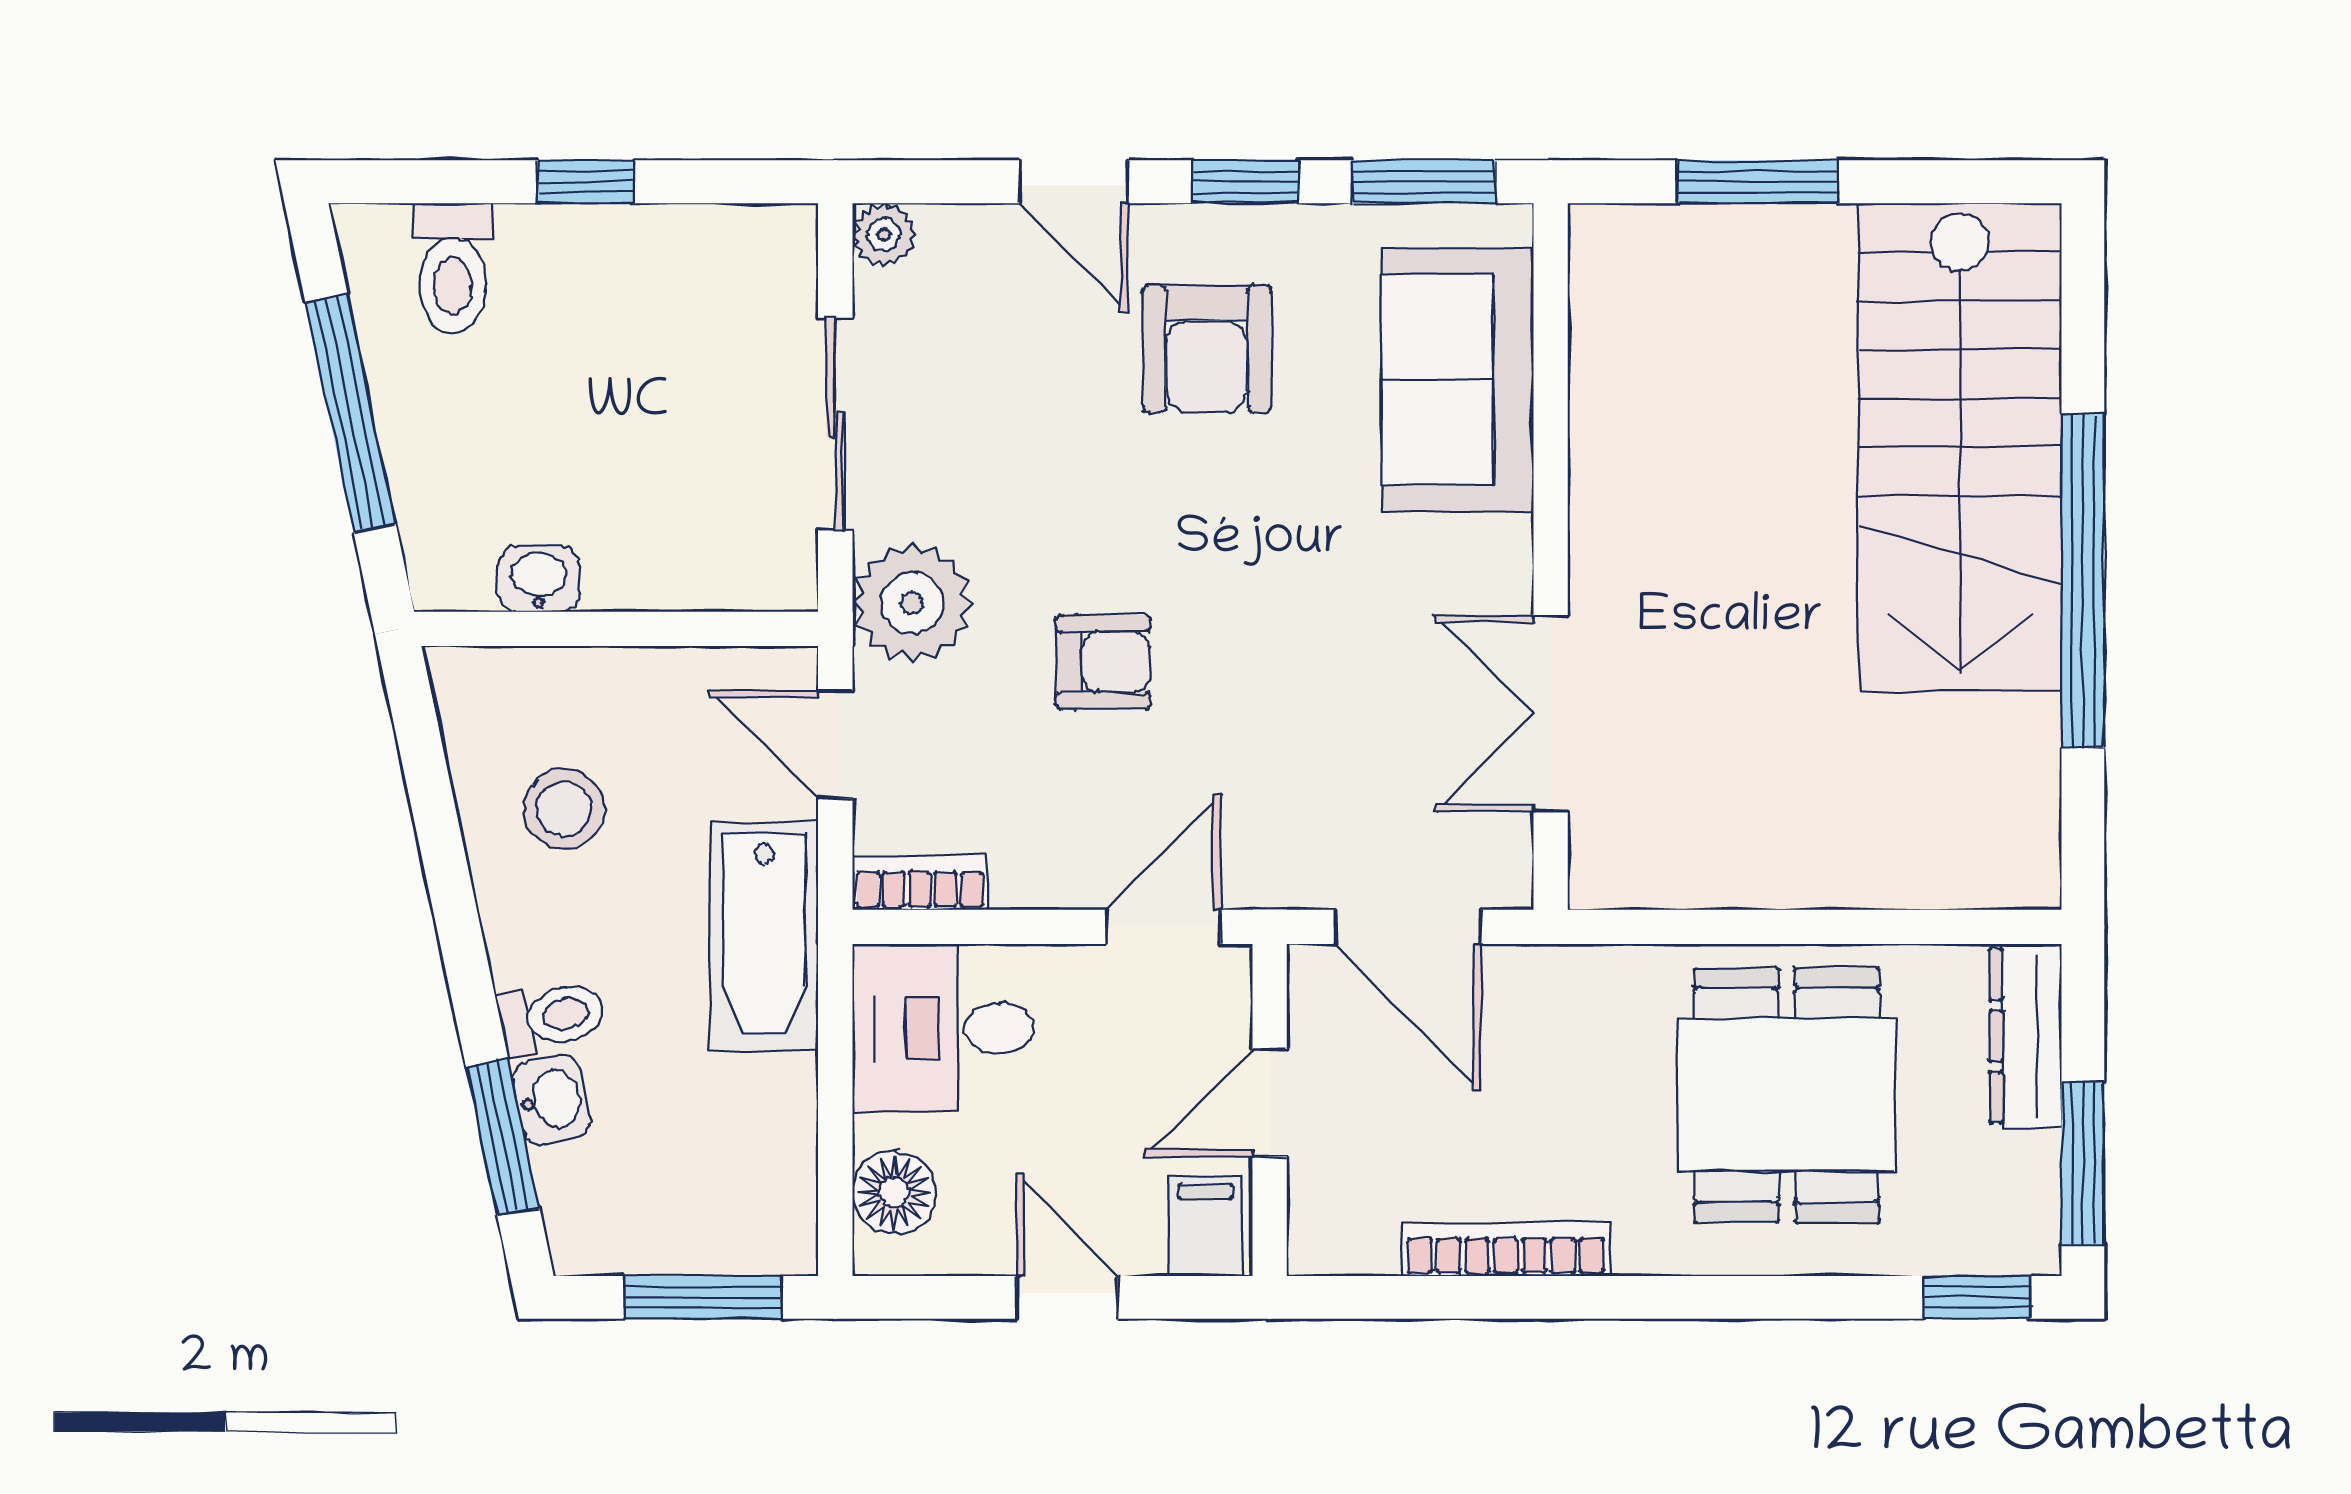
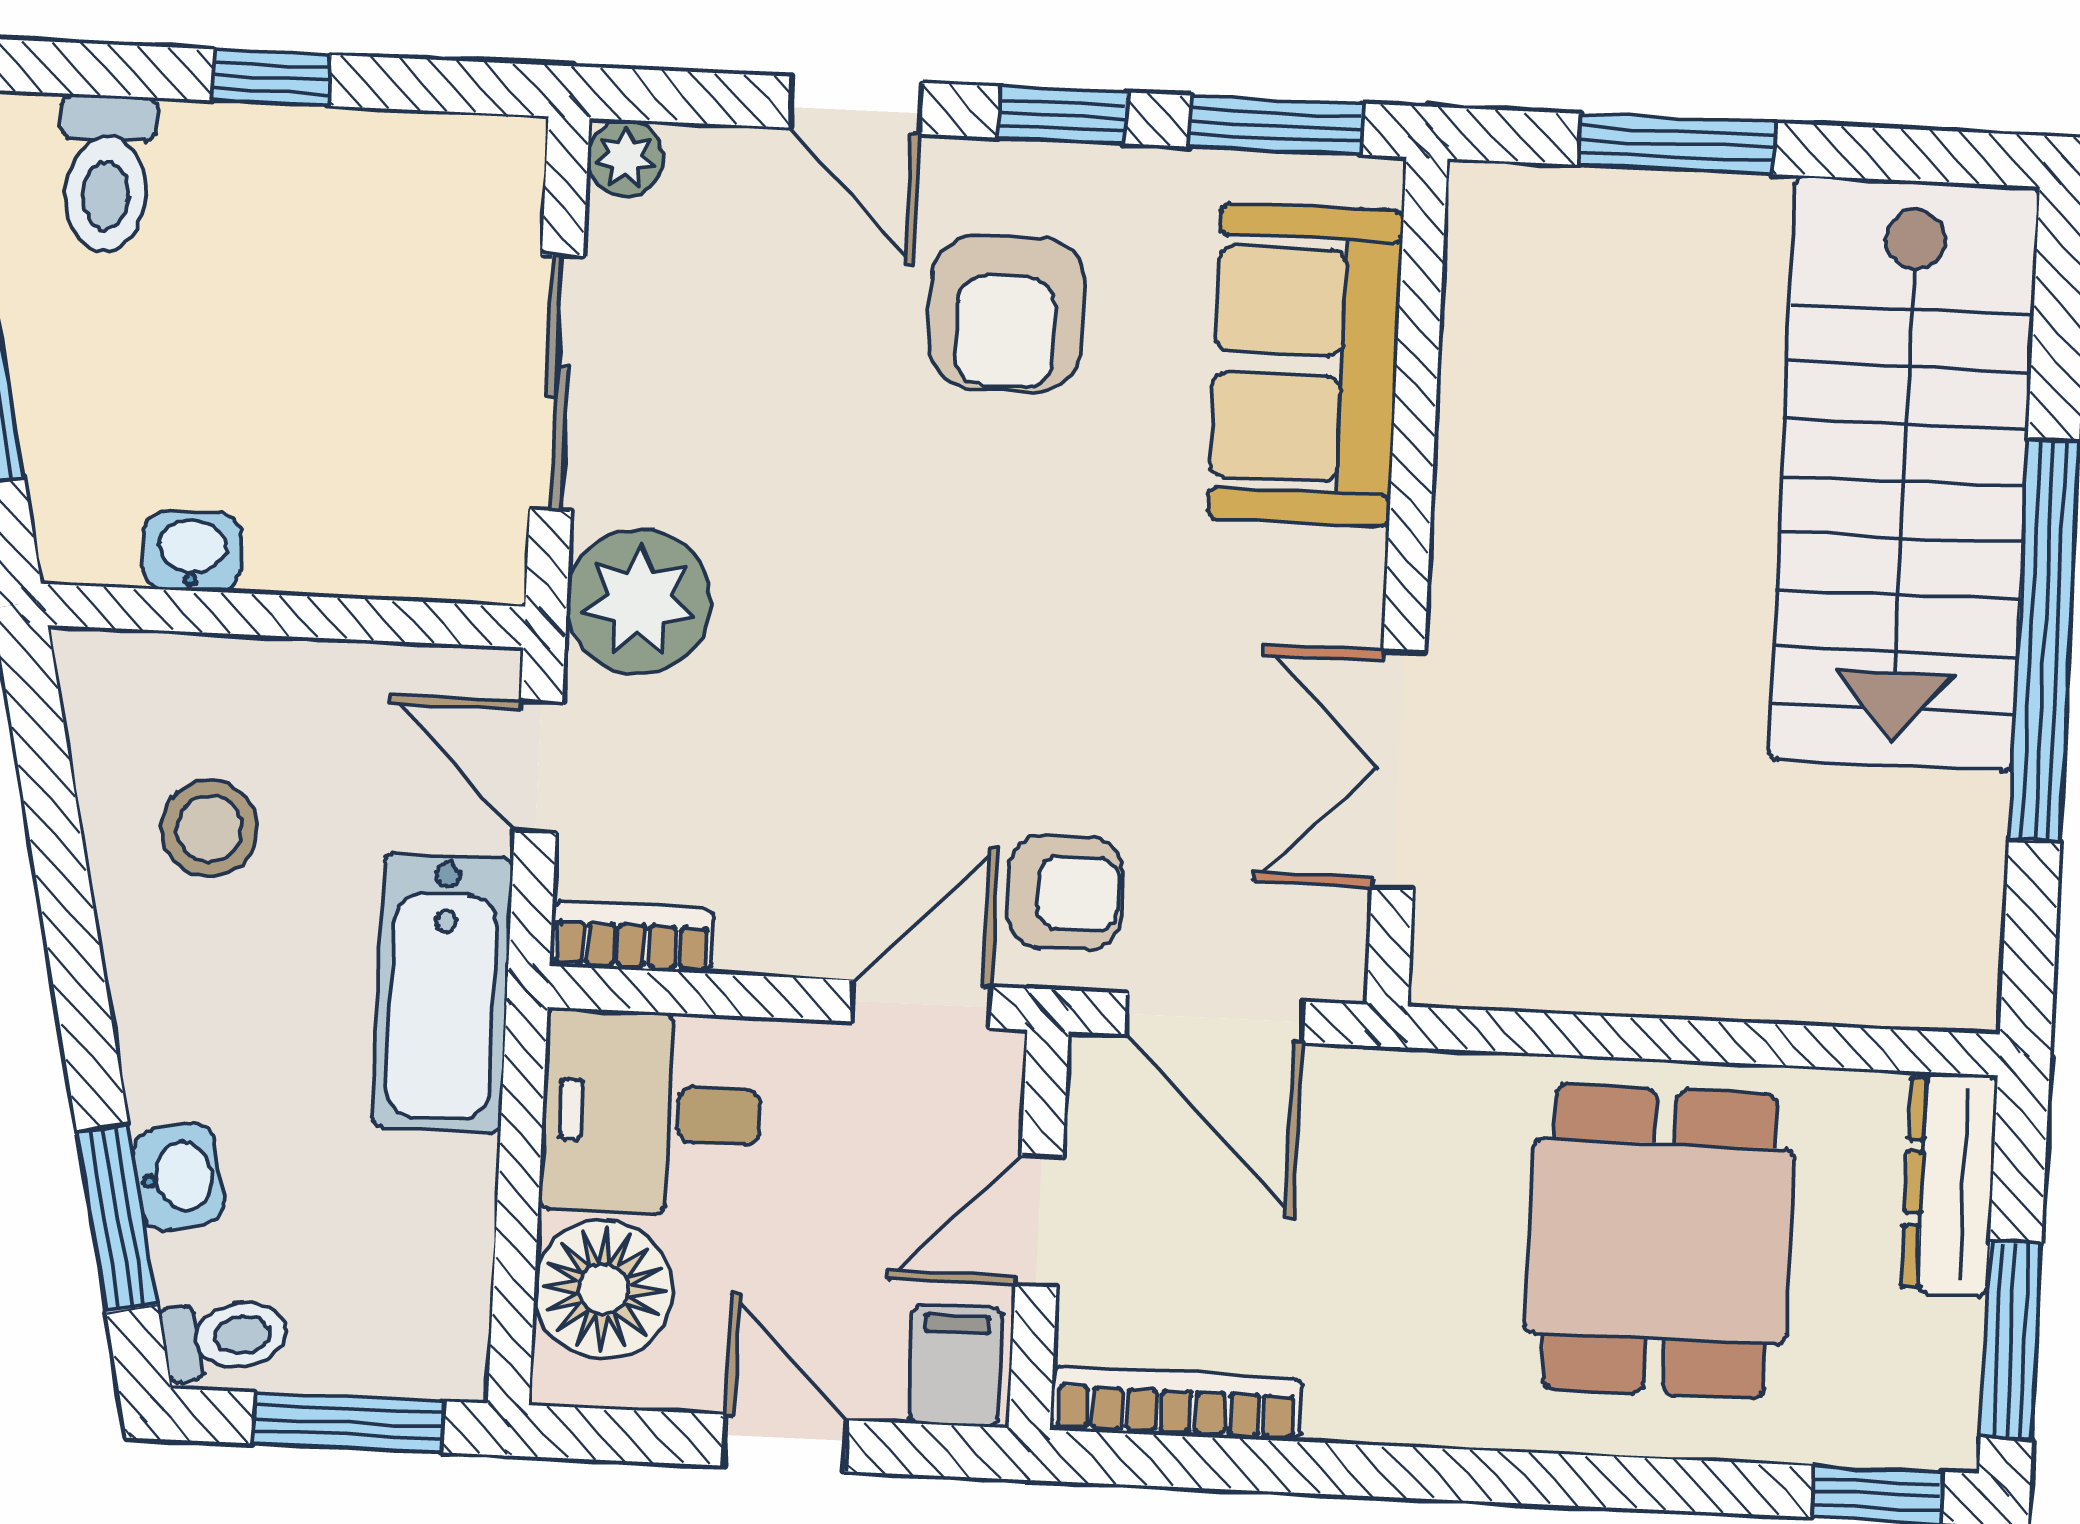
armchair: (1103, 662) -> (1065, 893), moved
toilet: (552, 1017) -> (225, 1337), moved
floor lamp: (894, 1192) -> (603, 1289), width x1.38, depth x1.38
bookcase: (1506, 1249) -> (1176, 1404), moved

